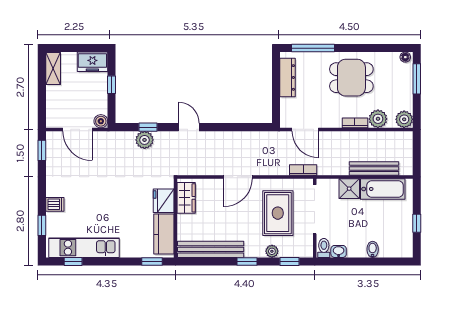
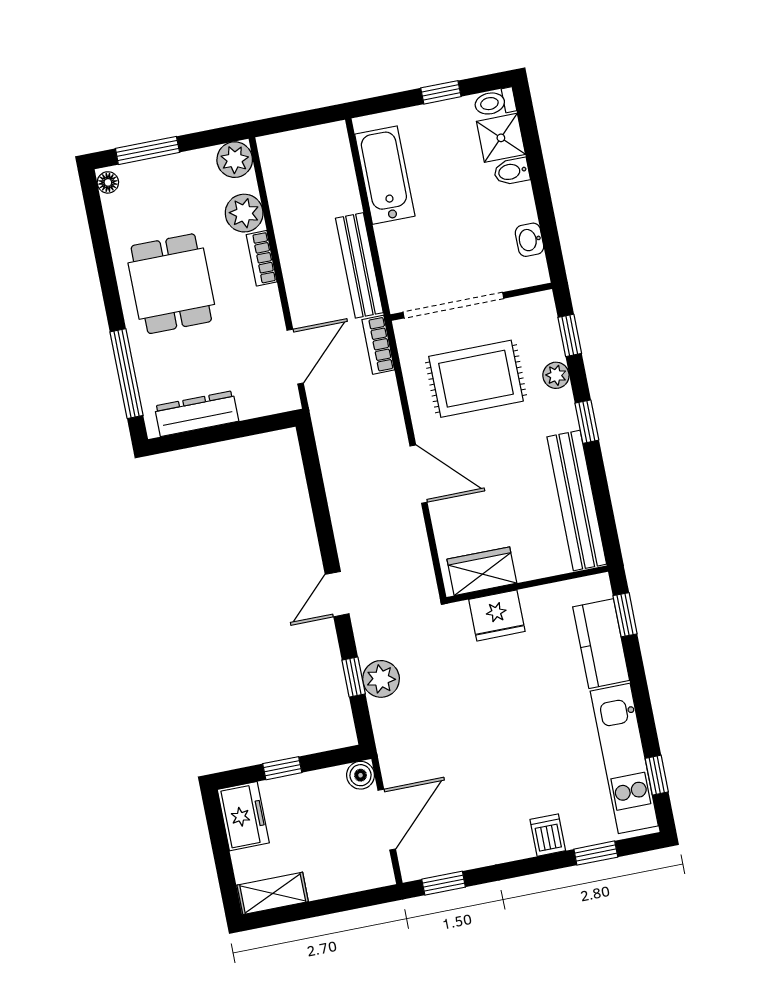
bench: (374, 168) -> (359, 265), moved
shower: (349, 189) -> (501, 138), moved
kitchen counter: (164, 234) -> (601, 644), moved, turned 90
toilet: (324, 248) -> (495, 102), moved

